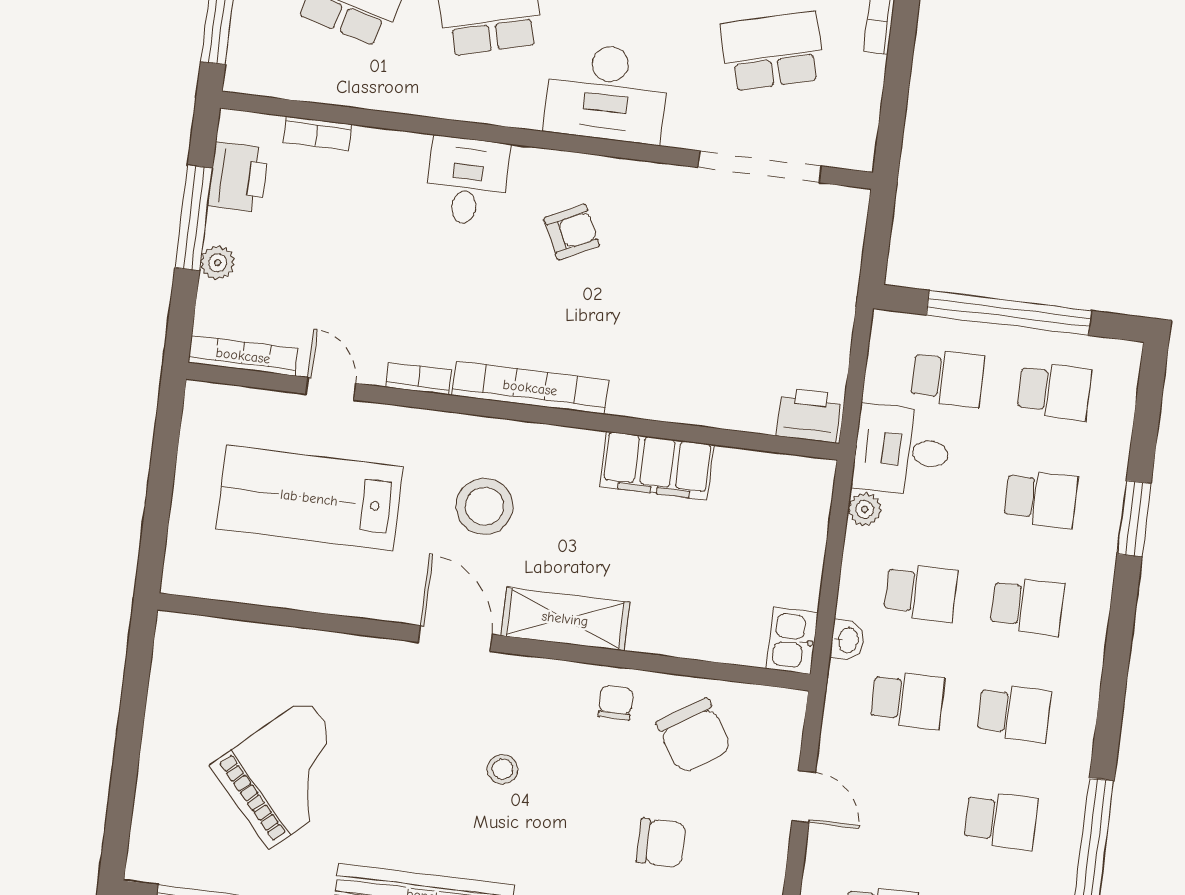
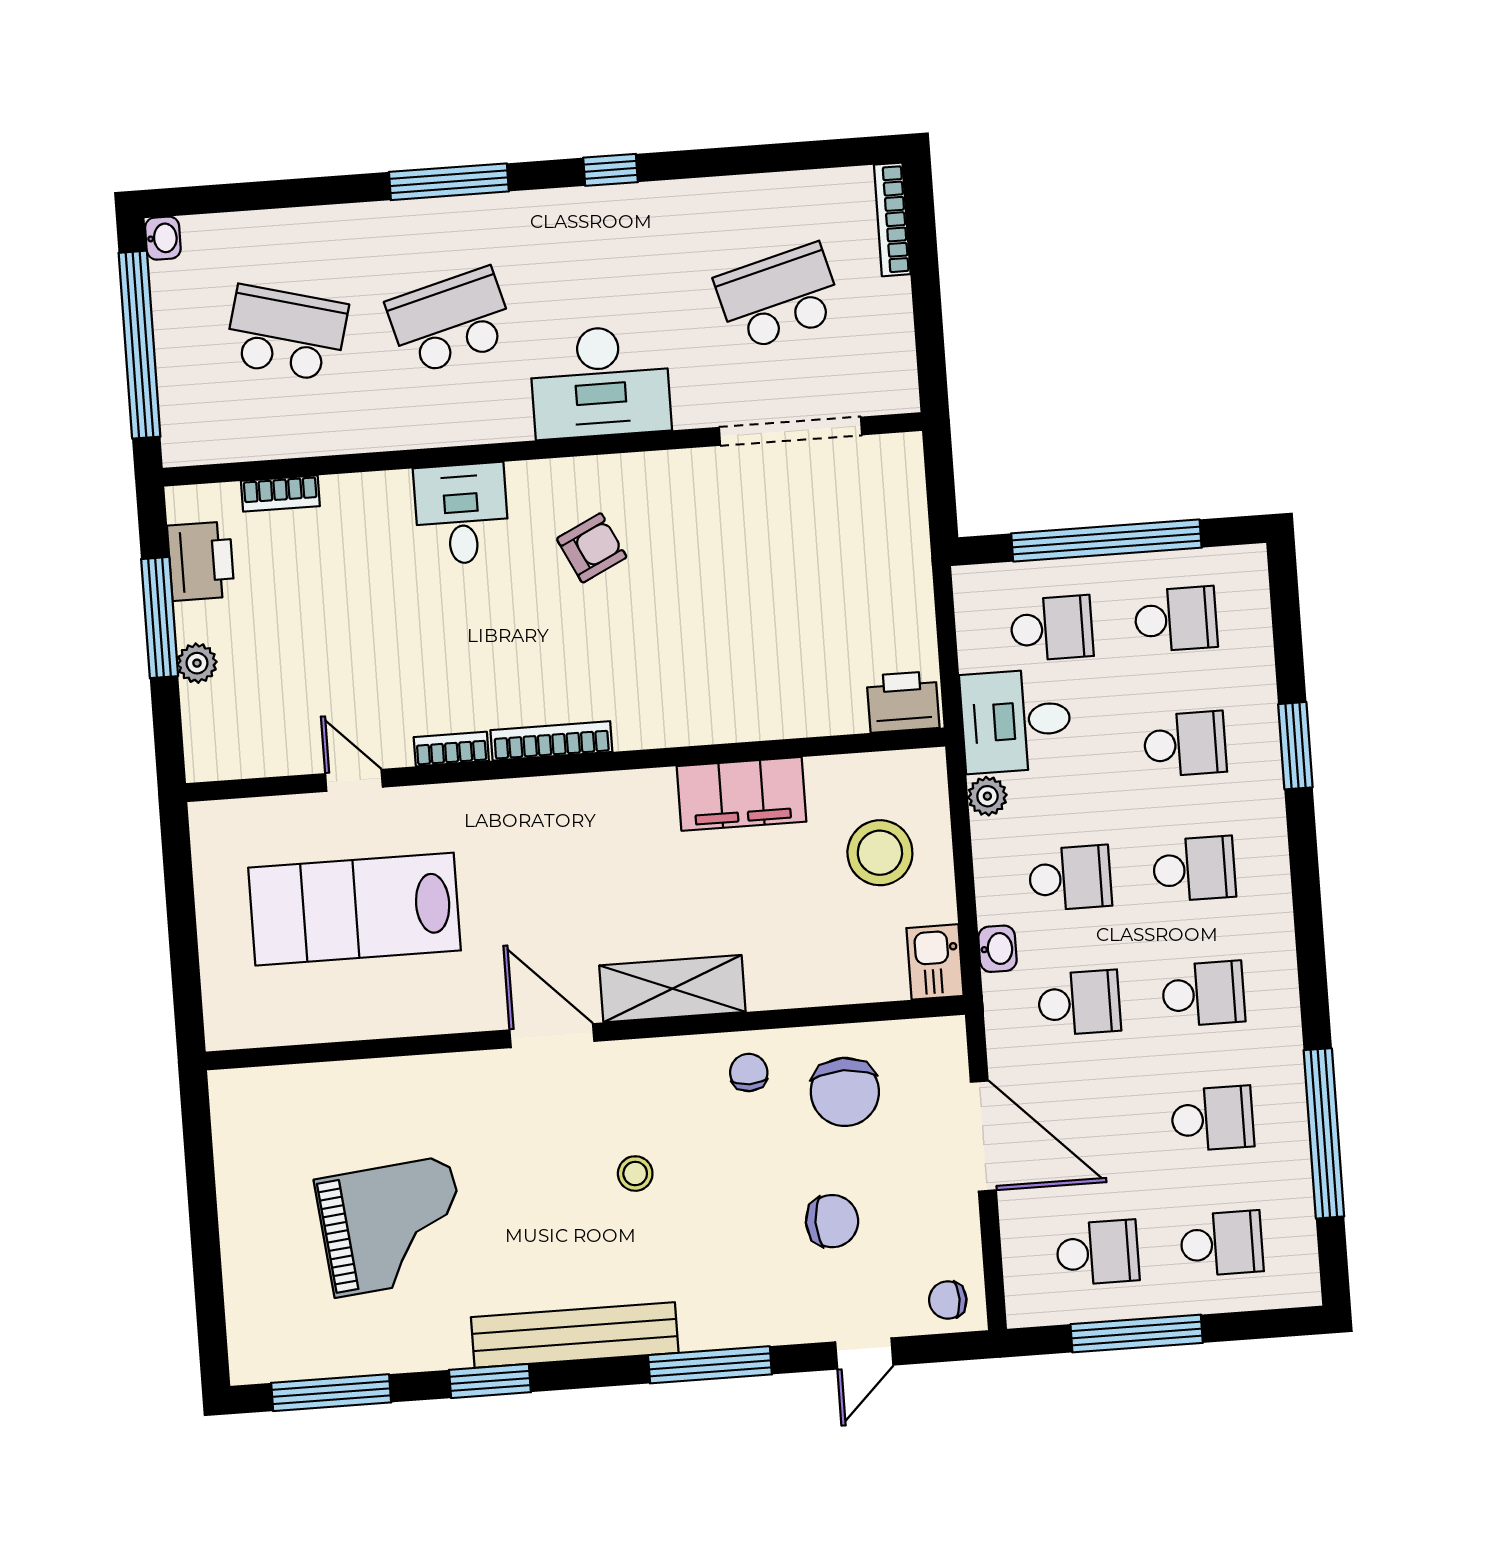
bookcase: (243, 356) -> (247, 763), removed
bookcase: (530, 388) -> (551, 741), width x0.68, depth x0.76
stool: (484, 506) -> (880, 853), moved
chair: (694, 736) -> (845, 1092), turned 33
grand piano: (288, 773) -> (392, 1227), turned 36
door: (804, 796) -> (983, 1136), width x1.87

